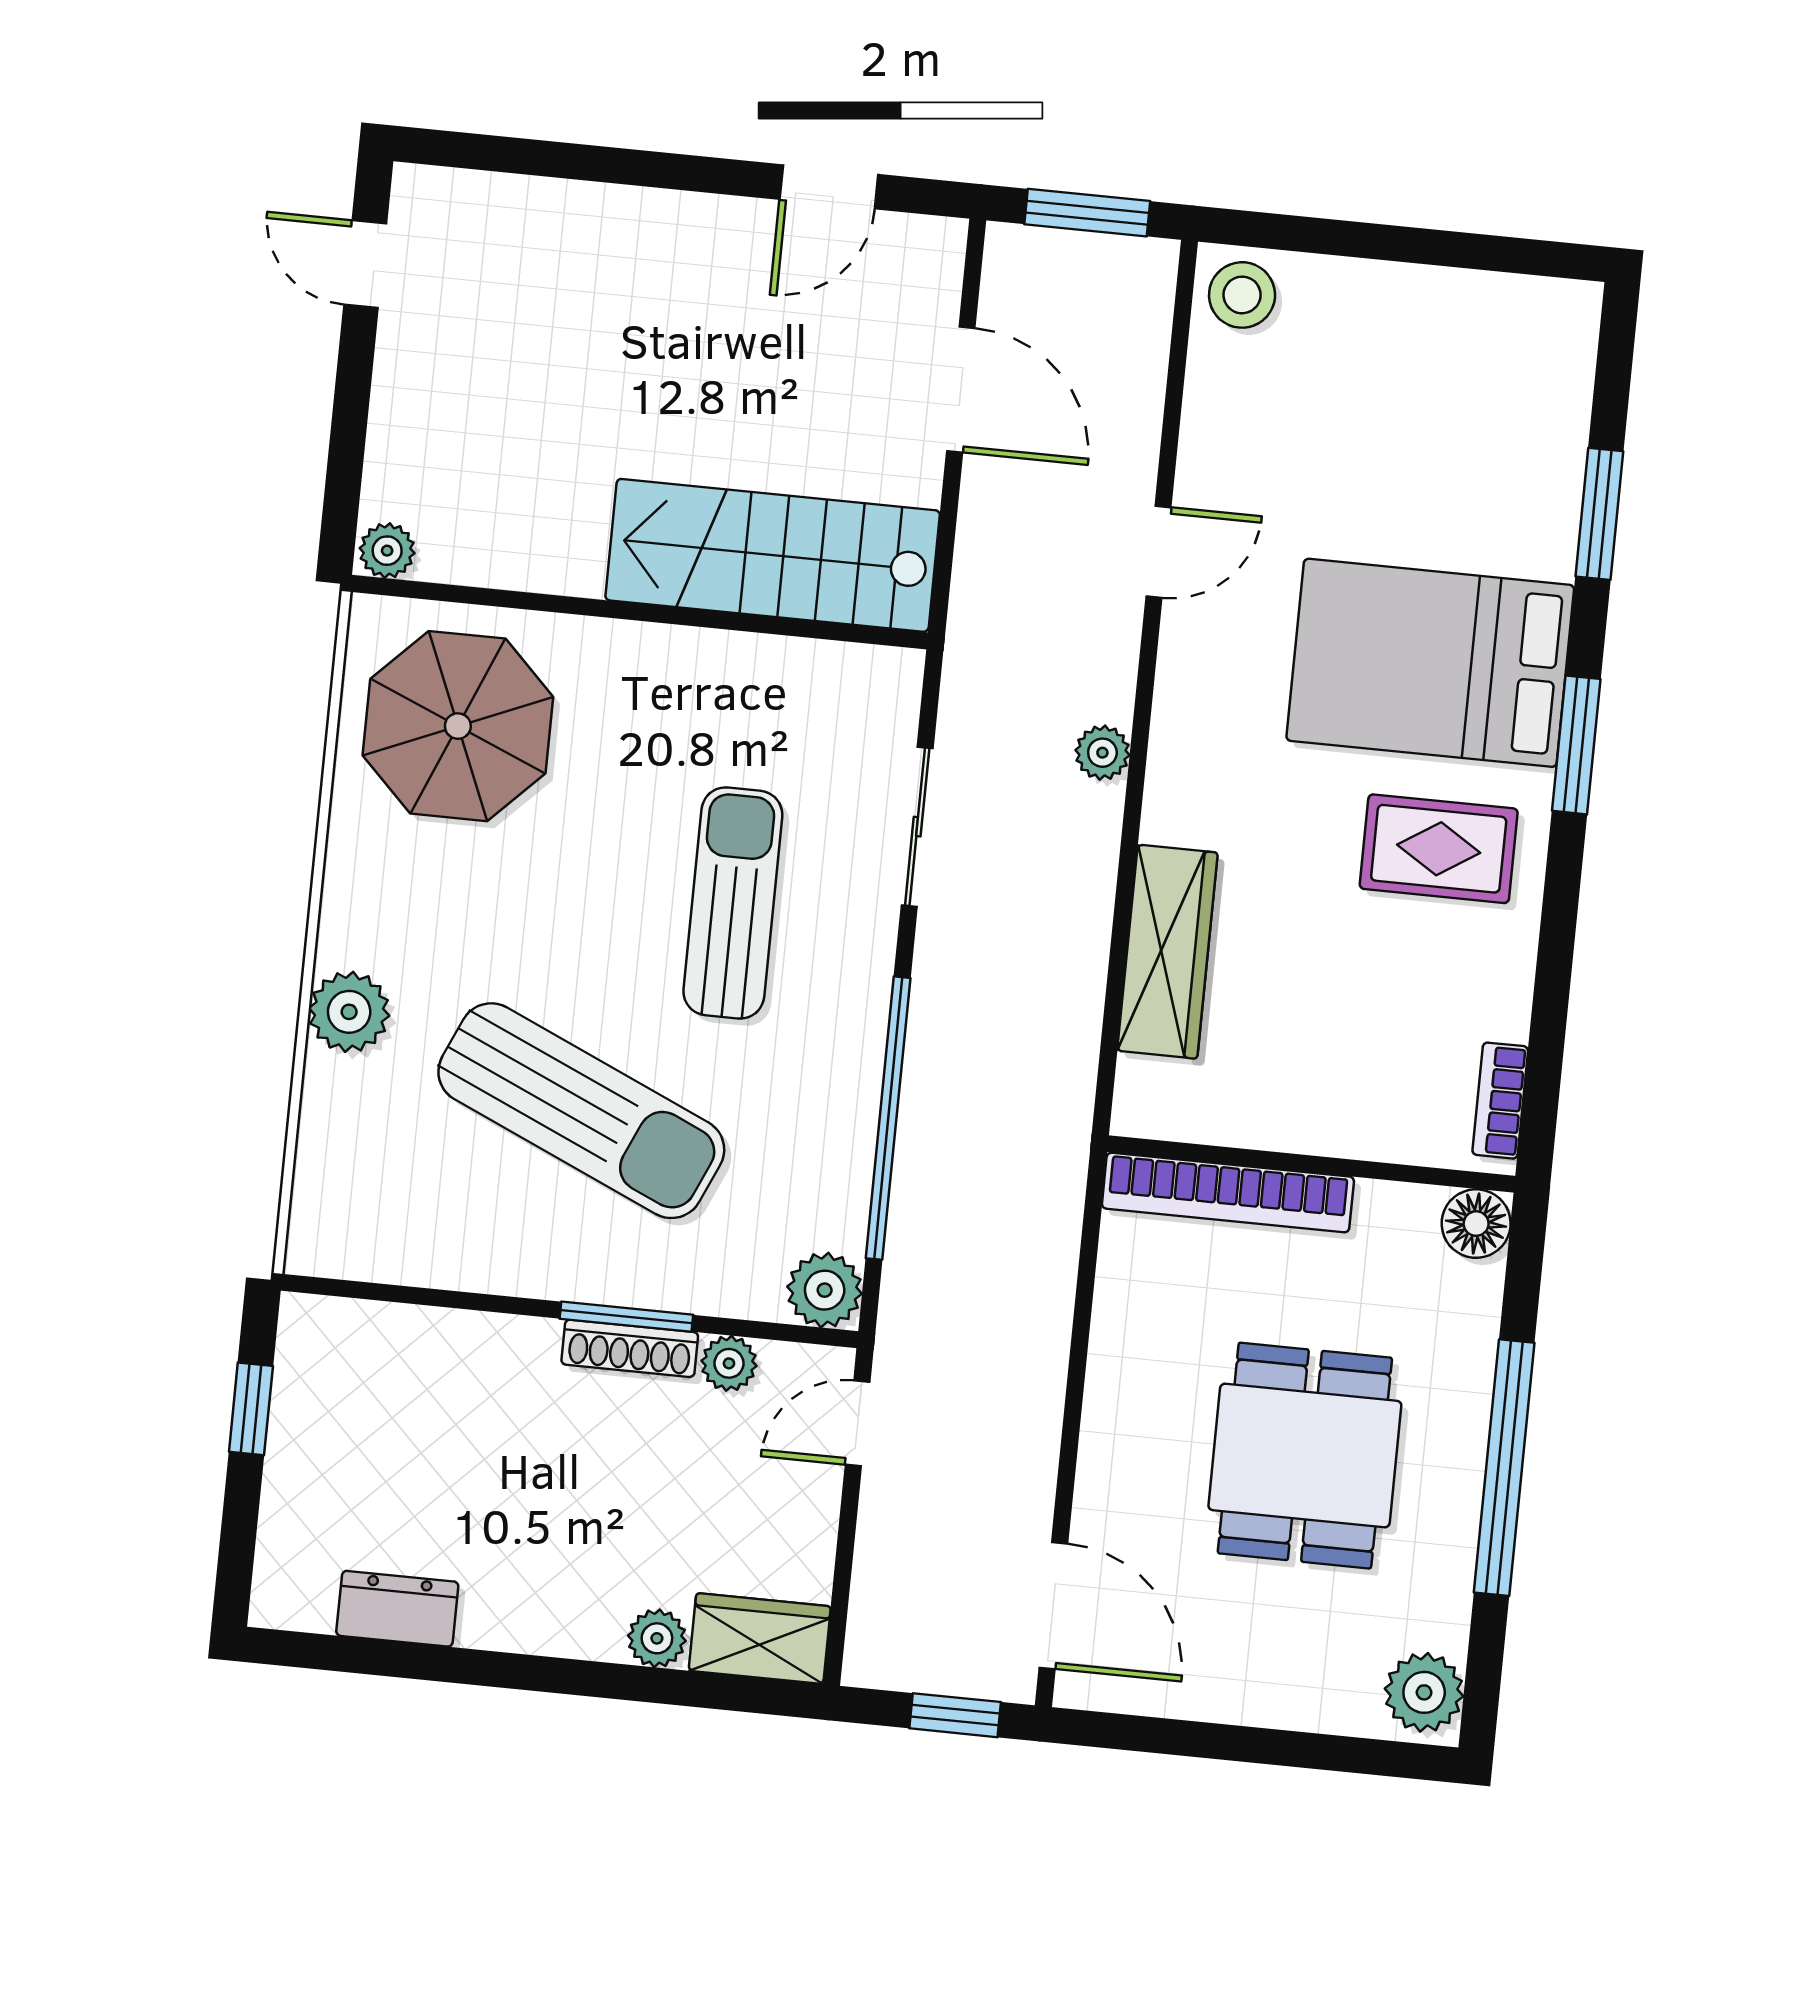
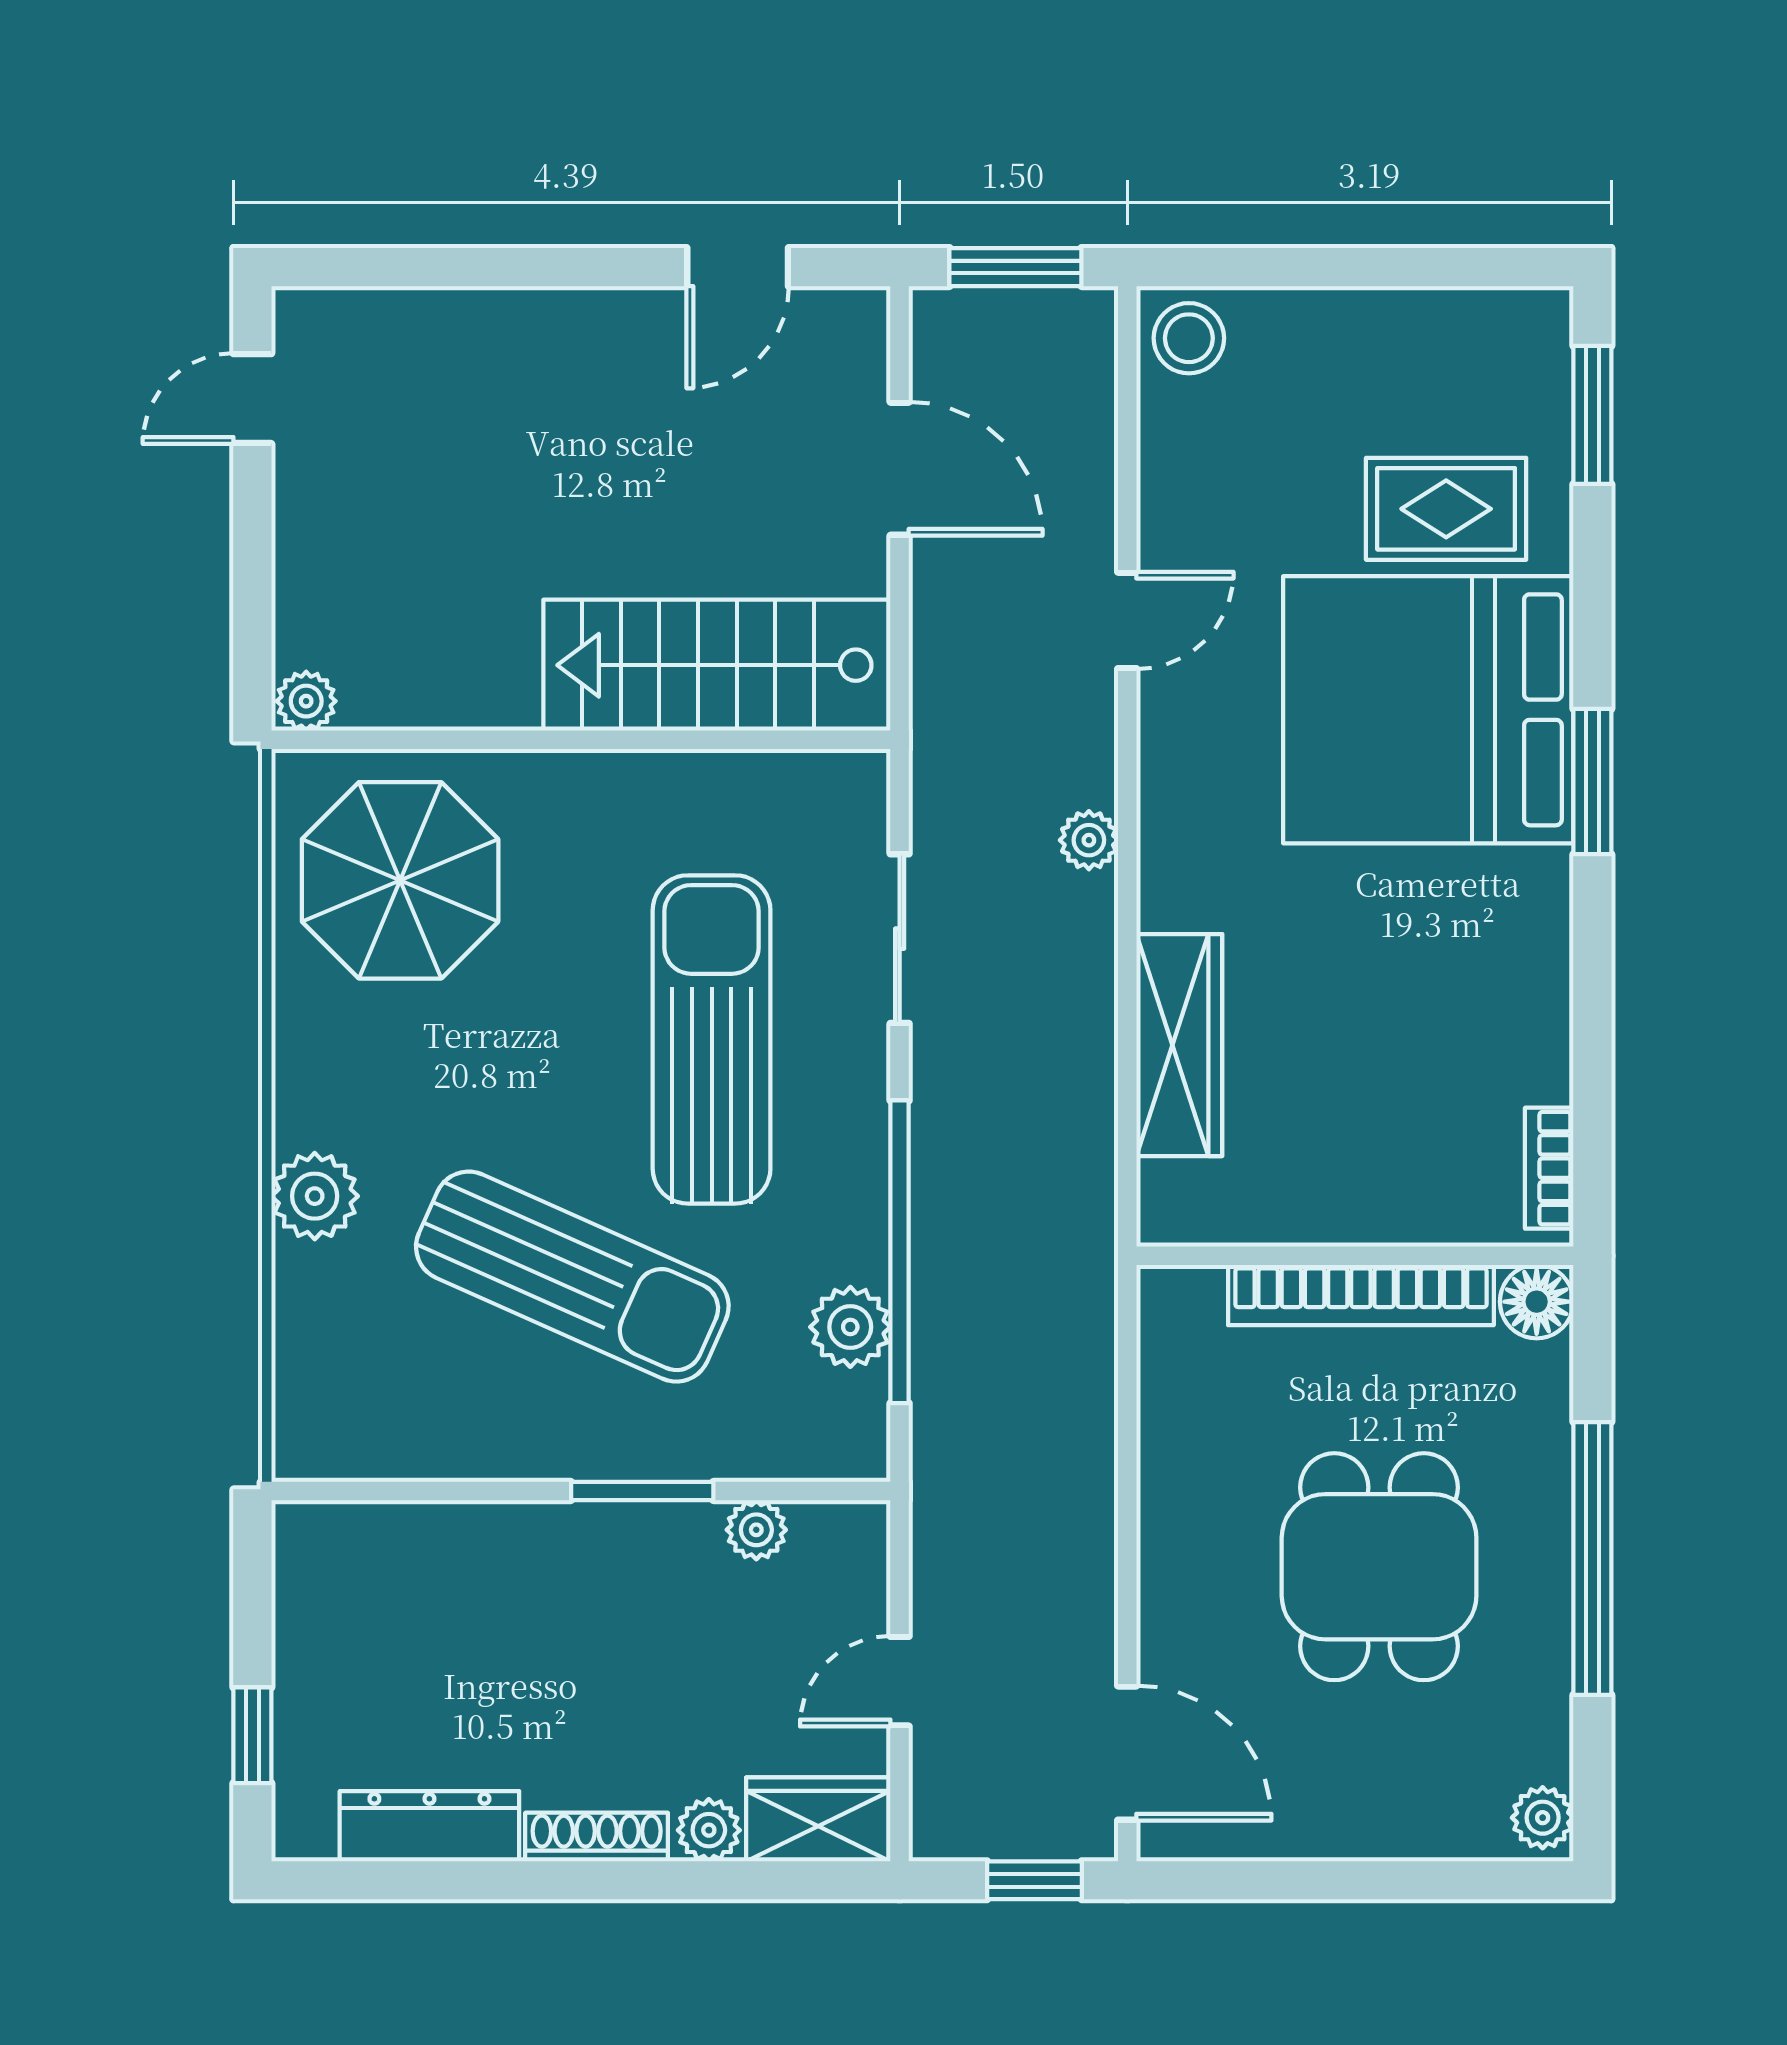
door: (365, 264) -> (252, 399), hinge flipped
window: (1599, 514) -> (1592, 415), moved
bed: (1430, 663) -> (1428, 710), width x1.36
rug: (1439, 849) -> (1446, 509), moved
sun lounger: (733, 903) -> (712, 1039), width x1.36, depth x1.34
bookcase: (1228, 1193) -> (1361, 1295), moved
plant: (825, 1290) -> (850, 1327), moved
shoe rack: (630, 1348) -> (597, 1837), moved, turned 180
window: (251, 1409) -> (252, 1735), moved
door: (858, 1423) -> (900, 1681), moved
dresser: (397, 1609) -> (429, 1826), width x1.44
plant: (1424, 1692) -> (1543, 1818), width x0.73, depth x0.73

